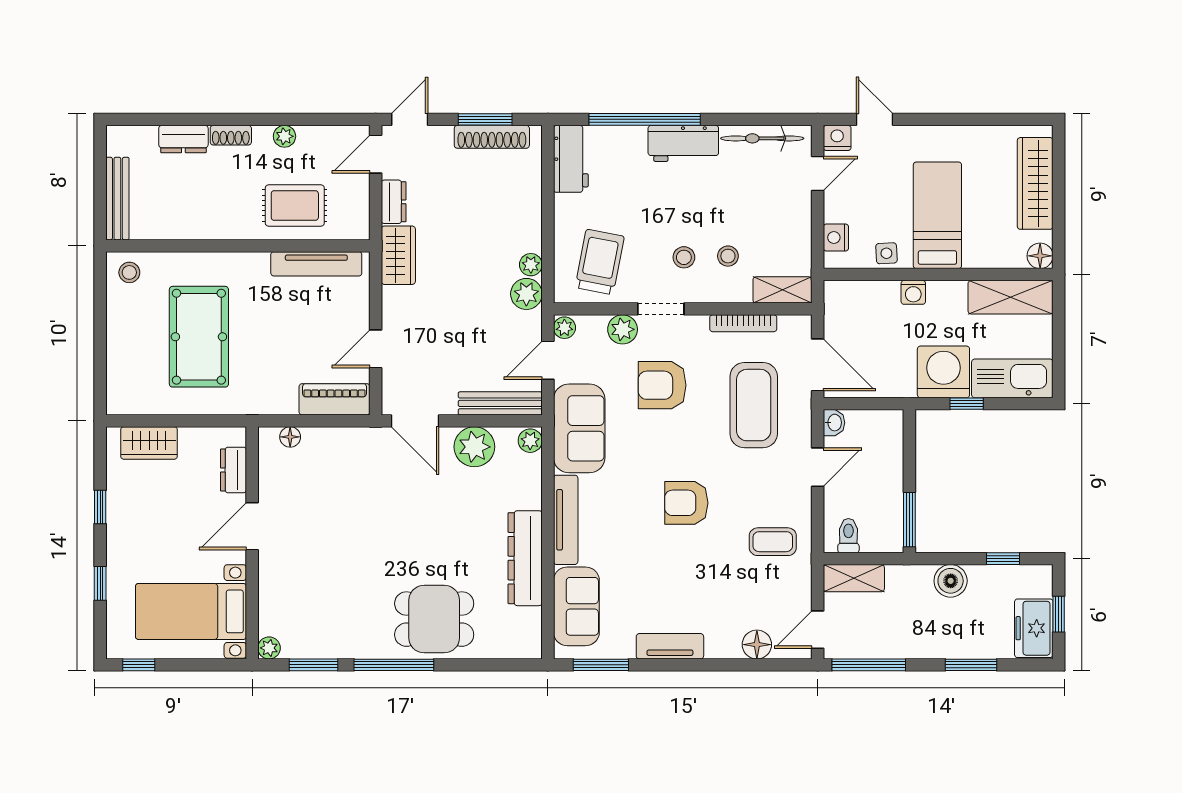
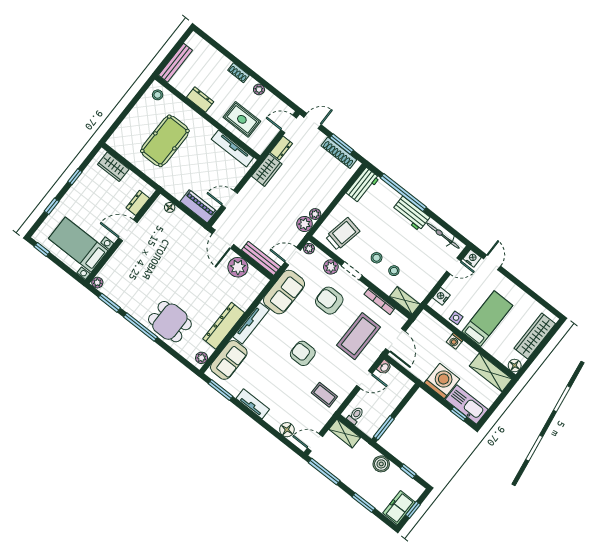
dresser: (183, 139) -> (200, 99), moved, turned 180
window: (967, 404) -> (459, 414), moved
plant: (530, 441) -> (202, 358), moved

